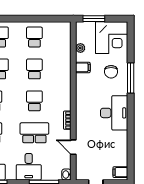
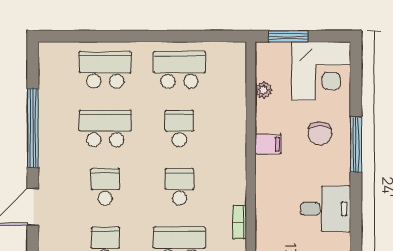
school desk: (34, 37) -> (179, 70), width x1.85
filing cabinet: (83, 67) -> (268, 144), moved
desk: (114, 113) -> (326, 209), width x0.73

